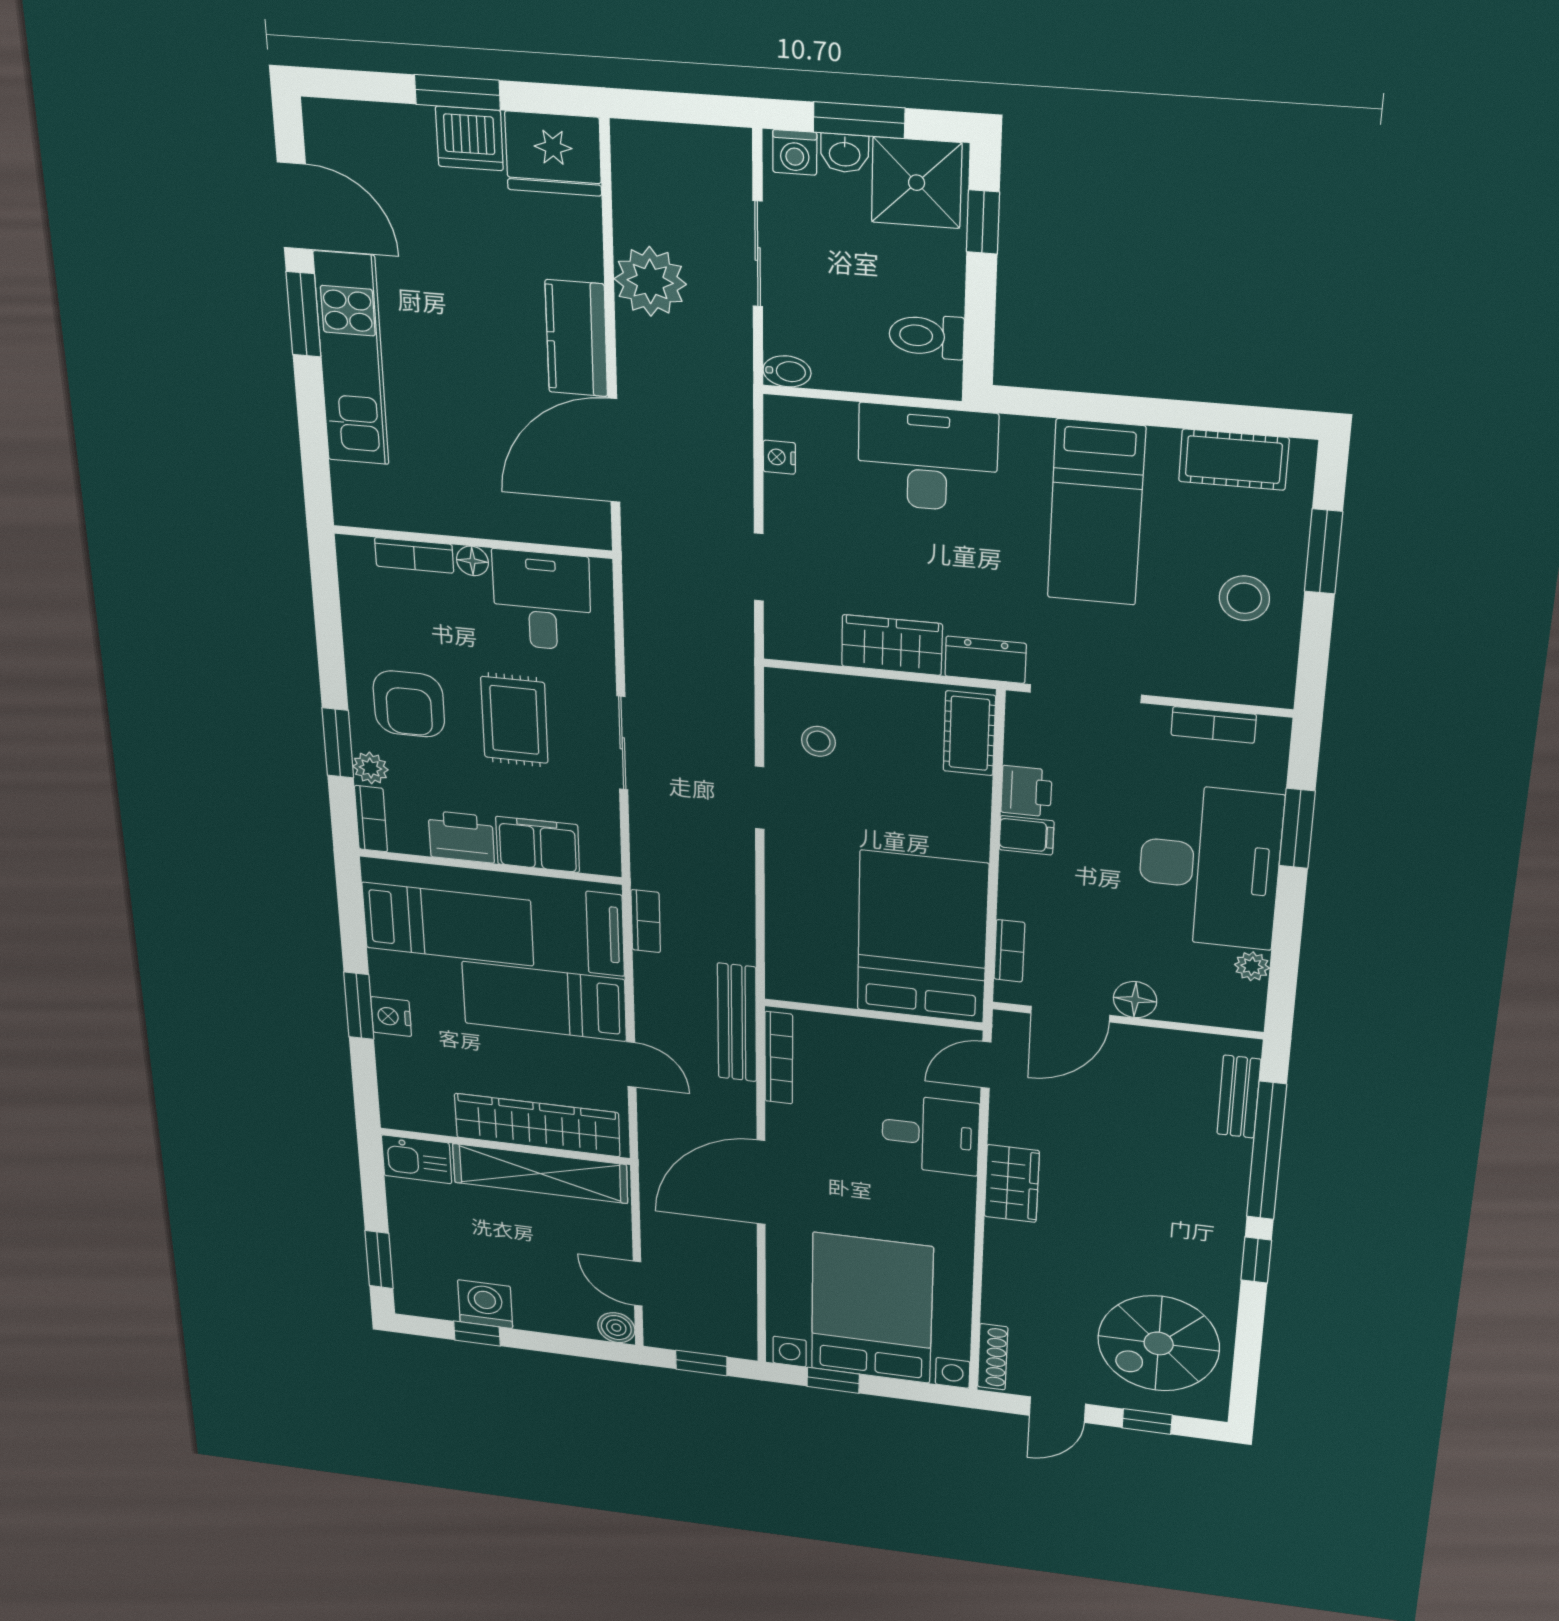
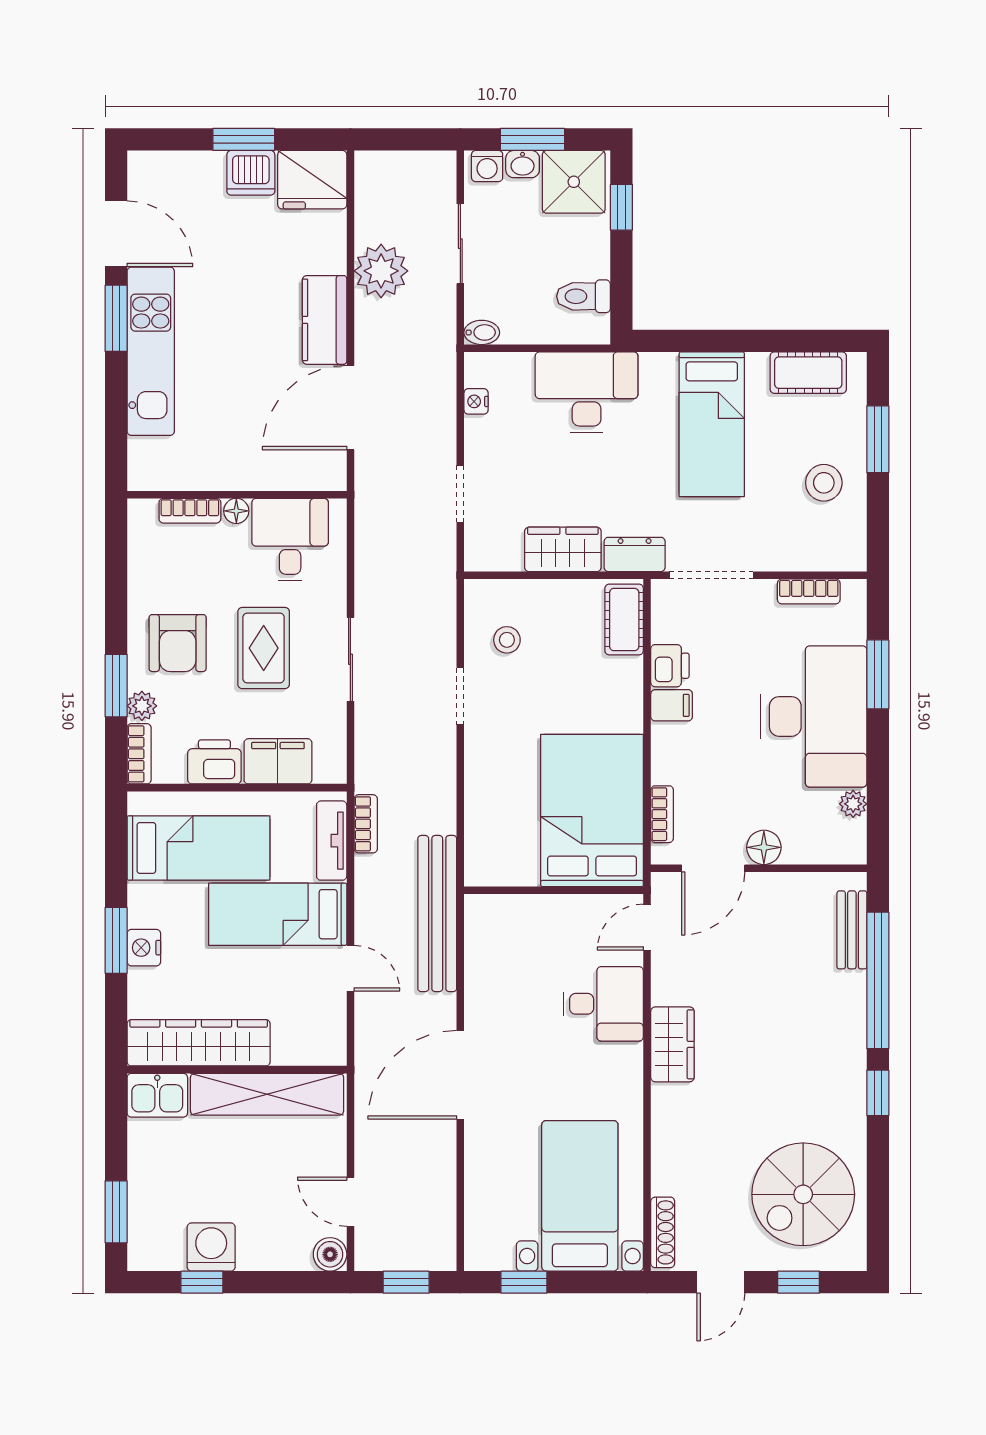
bench: (737, 1023) -> (437, 914), width x1.37, depth x1.21
bookcase: (779, 1058) -> (476, 944), removed
wardrobe: (537, 1125) -> (199, 1043), moved
bed with nightstands: (872, 1308) -> (580, 1196), width x0.73

